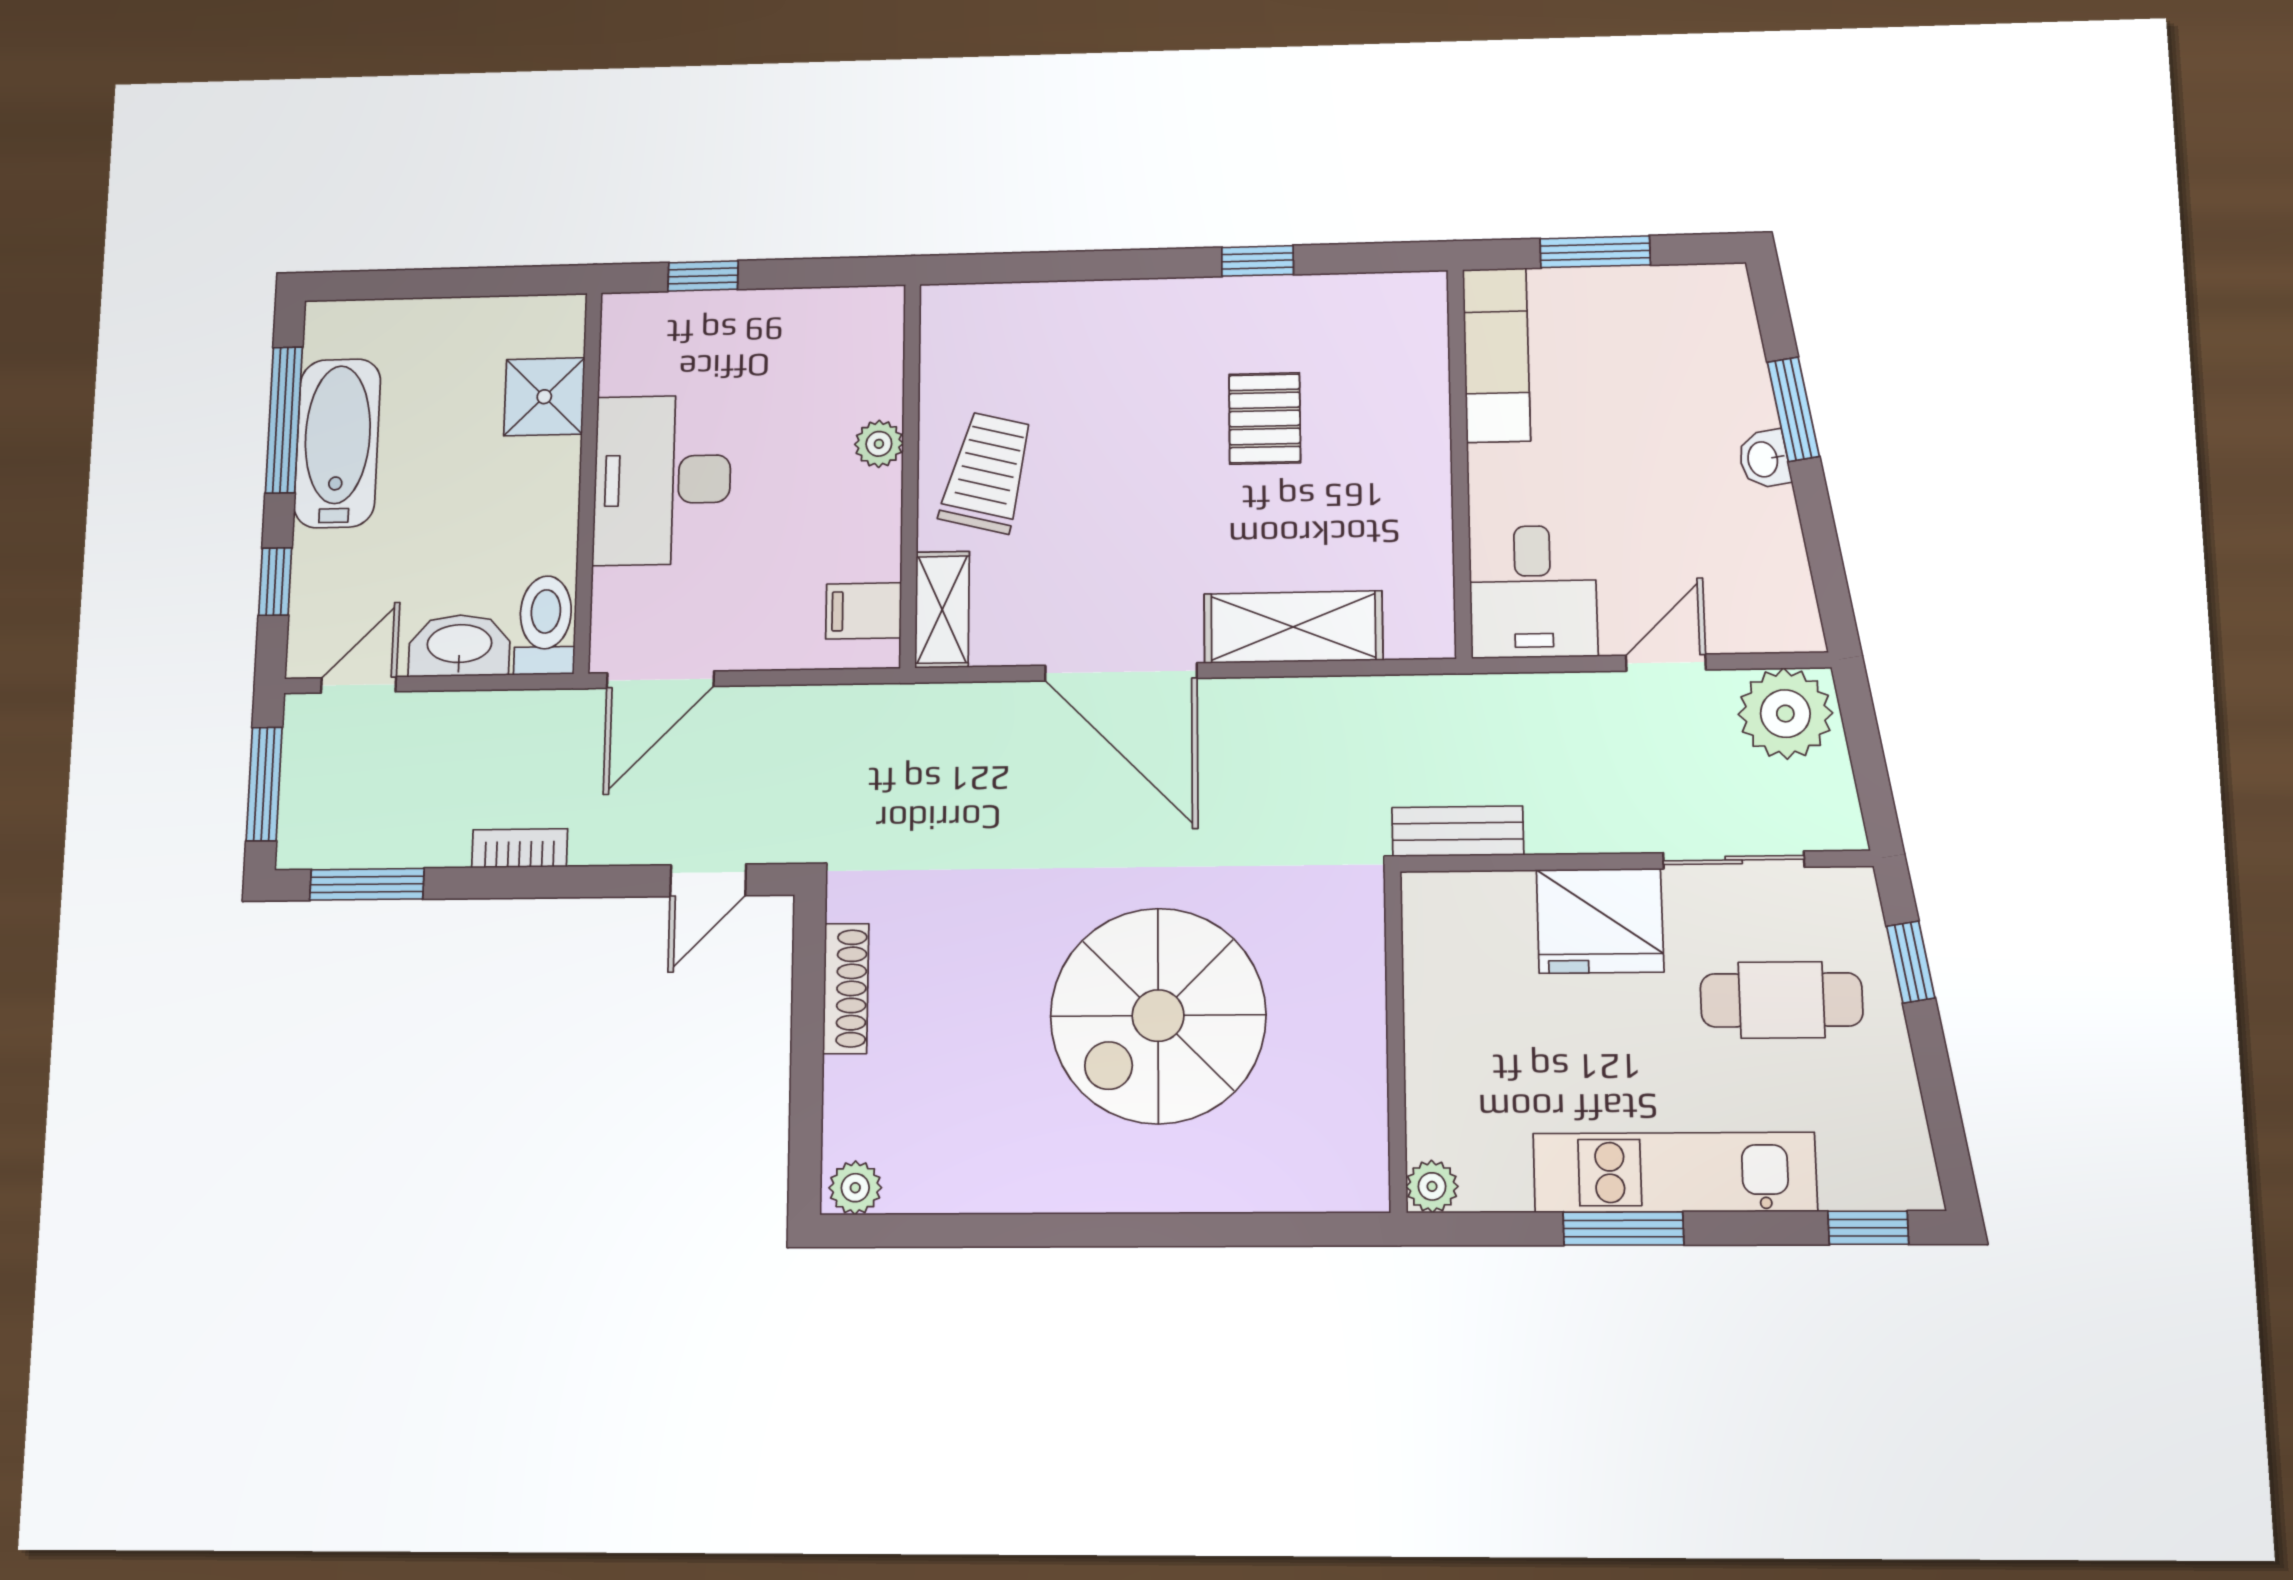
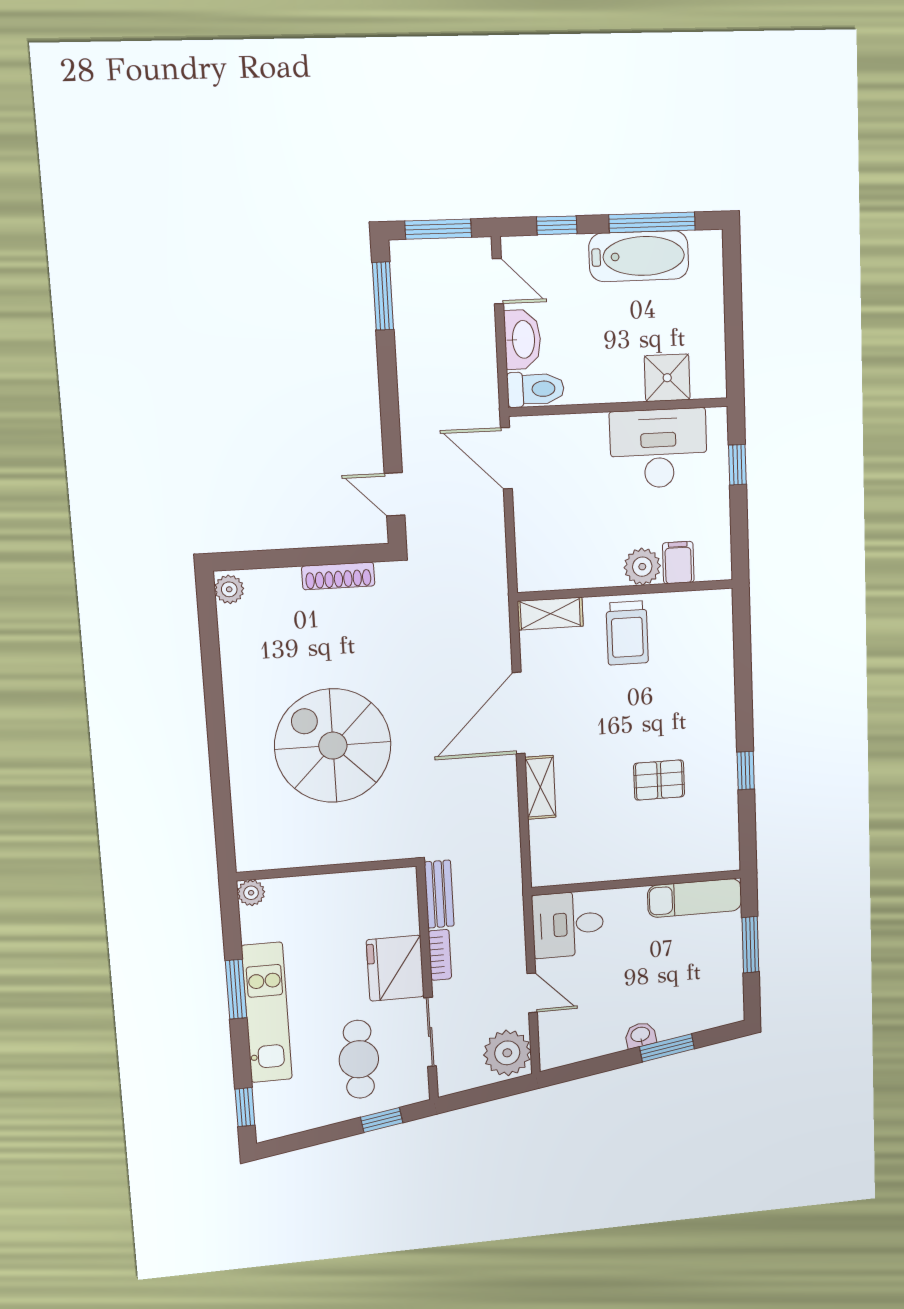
plant: (879, 444) -> (642, 567), width x1.38, depth x1.38
trolley: (987, 473) -> (627, 633), turned 76
desk: (662, 480) -> (659, 448), moved
filing cabinet: (864, 611) -> (678, 563), moved
shelving: (1293, 627) -> (540, 787), width x0.67, depth x0.75
bookcase: (520, 848) -> (440, 955), moved

